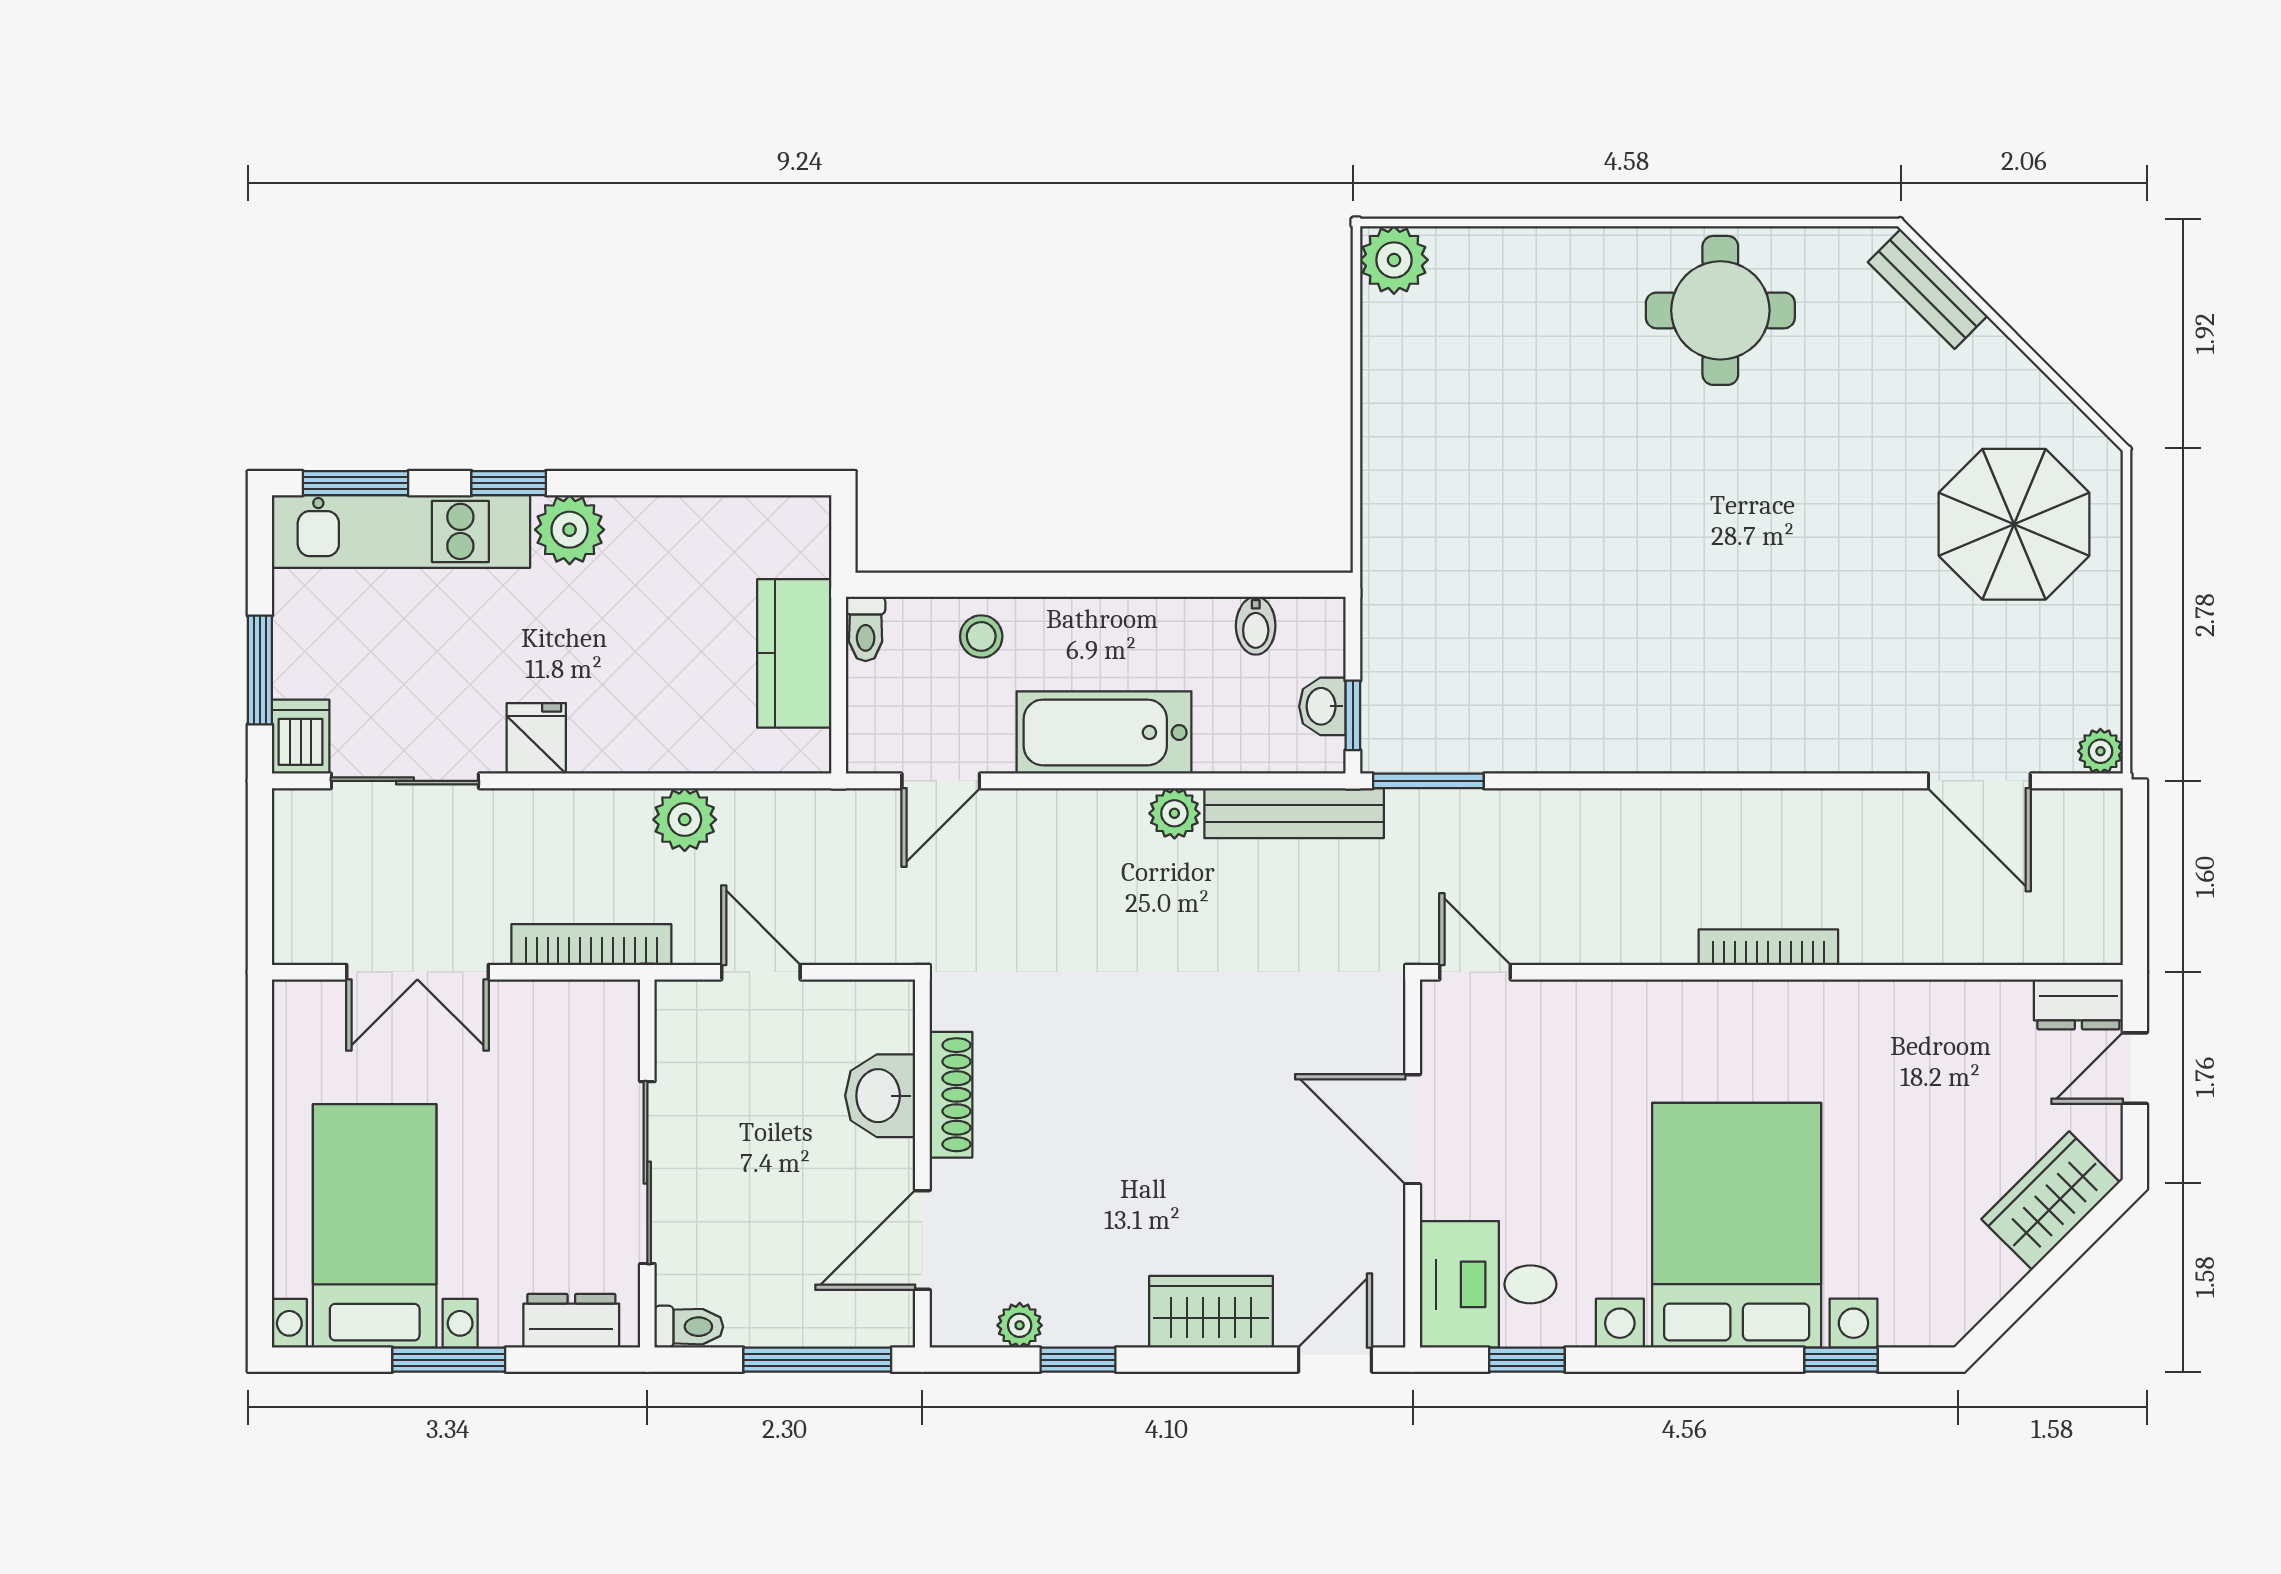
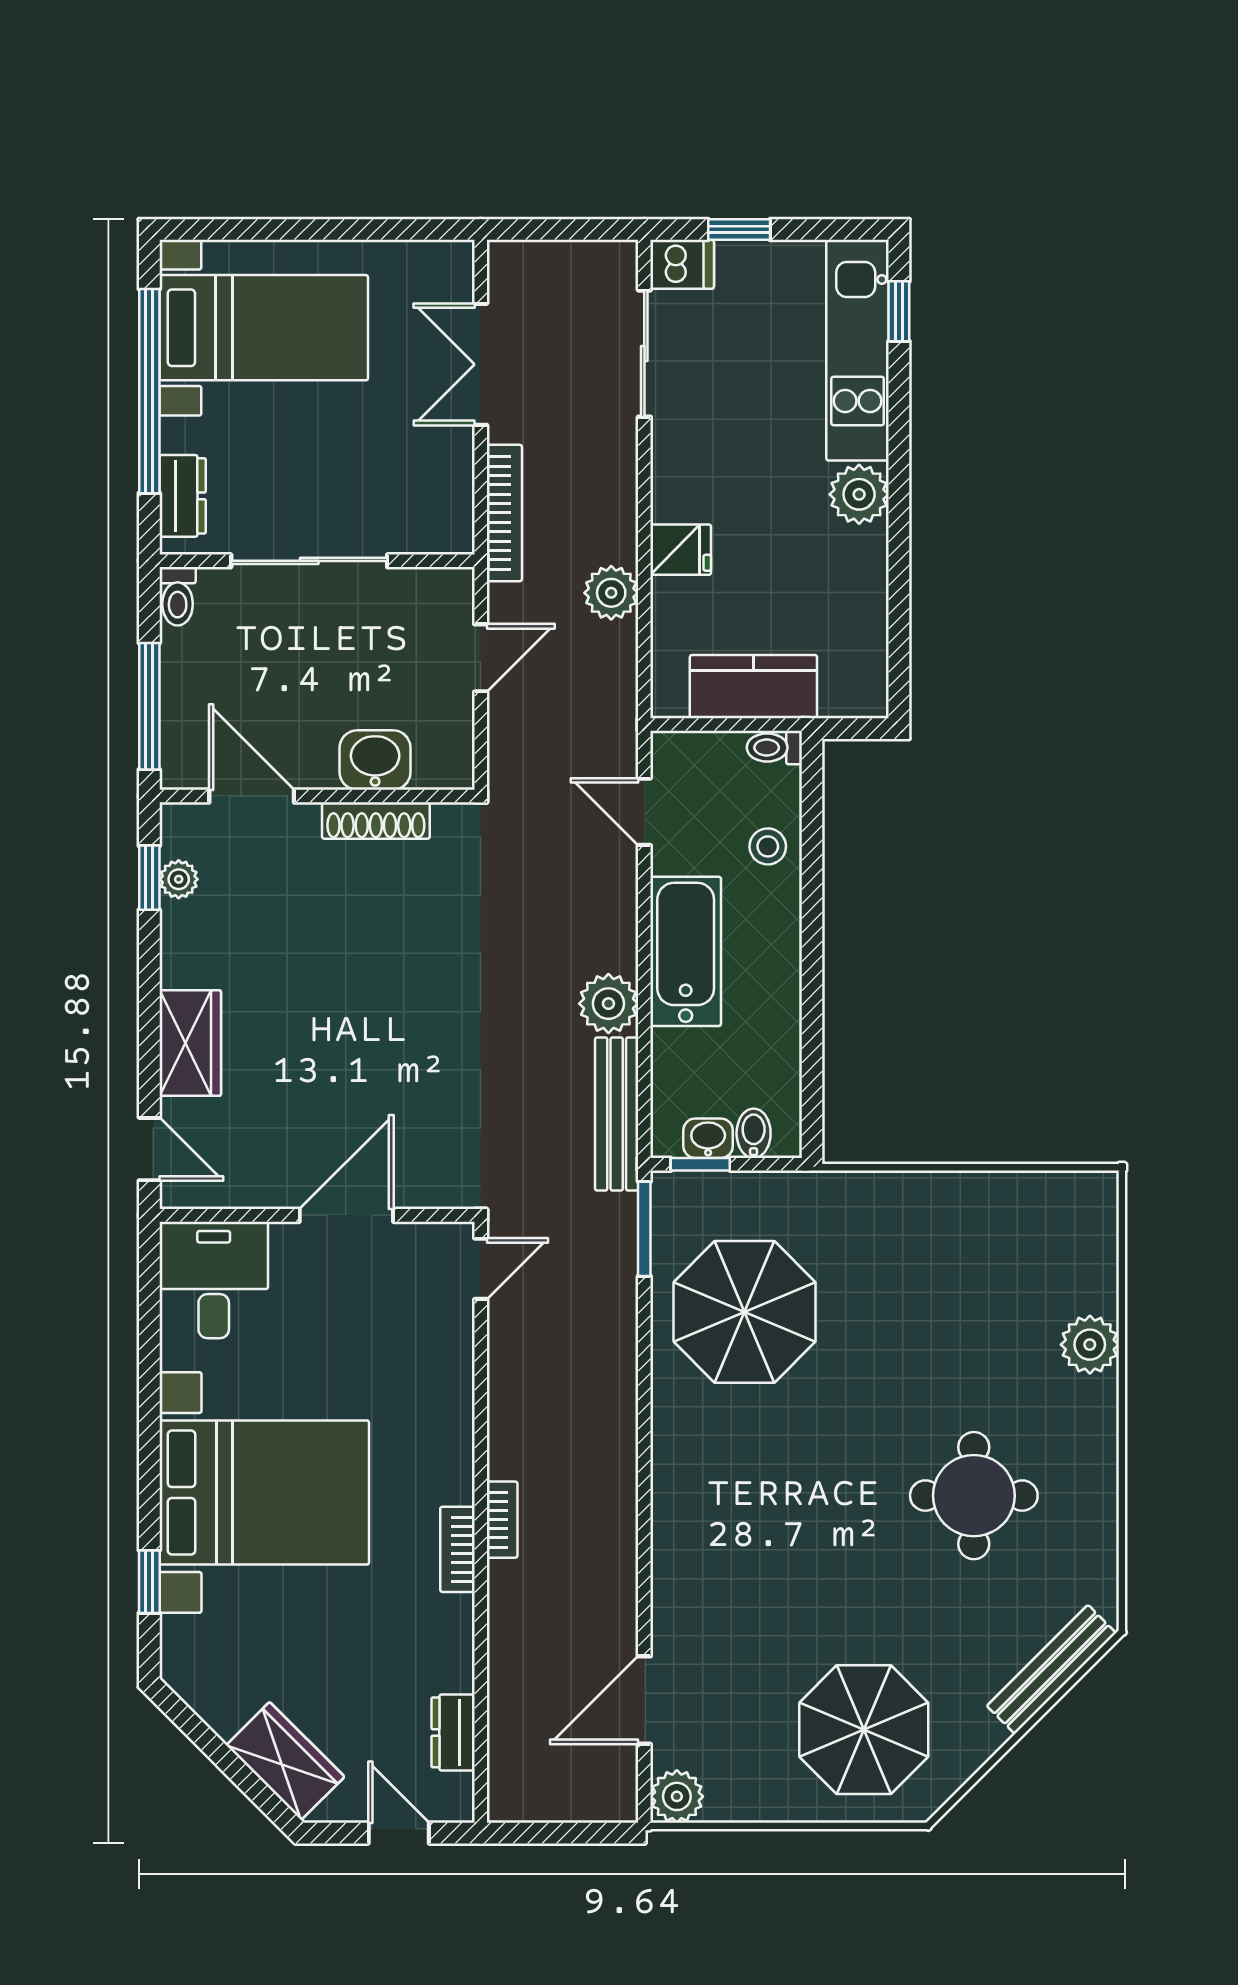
plant: (1394, 260) -> (1090, 1345), moved
bench: (1928, 289) -> (1051, 1669), width x1.36
round table: (1720, 310) -> (974, 1496), moved
window: (355, 483) -> (899, 311), width x0.67
window: (509, 483) -> (899, 442), removed
bidet: (1256, 626) -> (754, 1133), moved, turned 90
parasol: (1525, 664) -> (745, 1312), added
window: (260, 670) -> (739, 229), width x0.67
fridge: (536, 738) -> (681, 550), moved
plant: (2100, 751) -> (677, 1796), width x1.38, depth x1.38
plant: (1174, 813) -> (608, 1004), width x1.38, depth x1.38
bookcase: (1768, 947) -> (502, 1520), width x0.64
bookcase: (1803, 999) -> (457, 1549), added
dresser: (2078, 1004) -> (453, 1732), moved
window: (449, 1360) -> (149, 391), width x2.11
window: (1078, 1360) -> (149, 878), moved
window: (1527, 1360) -> (149, 1313), removed

